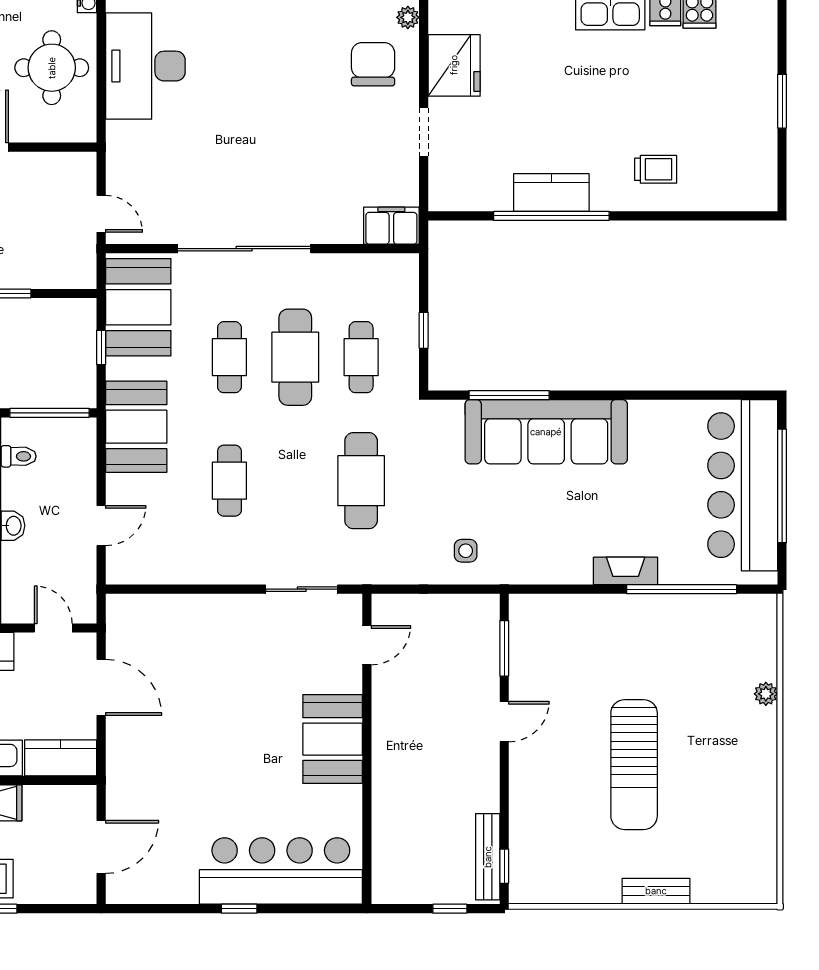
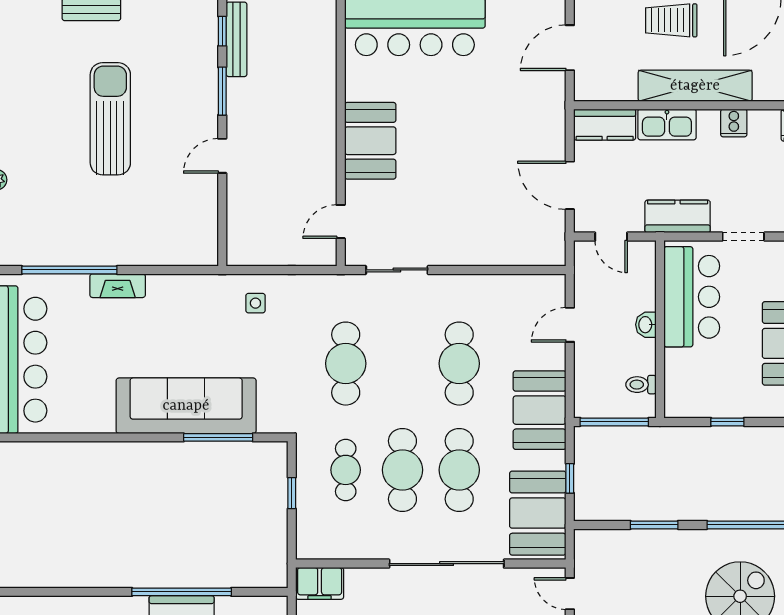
cafe table: (229, 357) -> (459, 470), width x1.37, depth x1.35
cafe table: (229, 481) -> (459, 364), width x1.37, depth x1.35
window: (504, 648) -> (222, 91), moved

